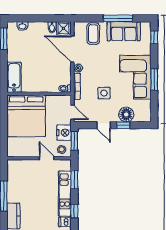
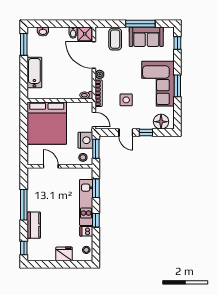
bathtub: (14, 77) -> (34, 72), moved
floor lamp: (126, 114) -> (161, 122), moved
door: (47, 158) -> (51, 166), moved

